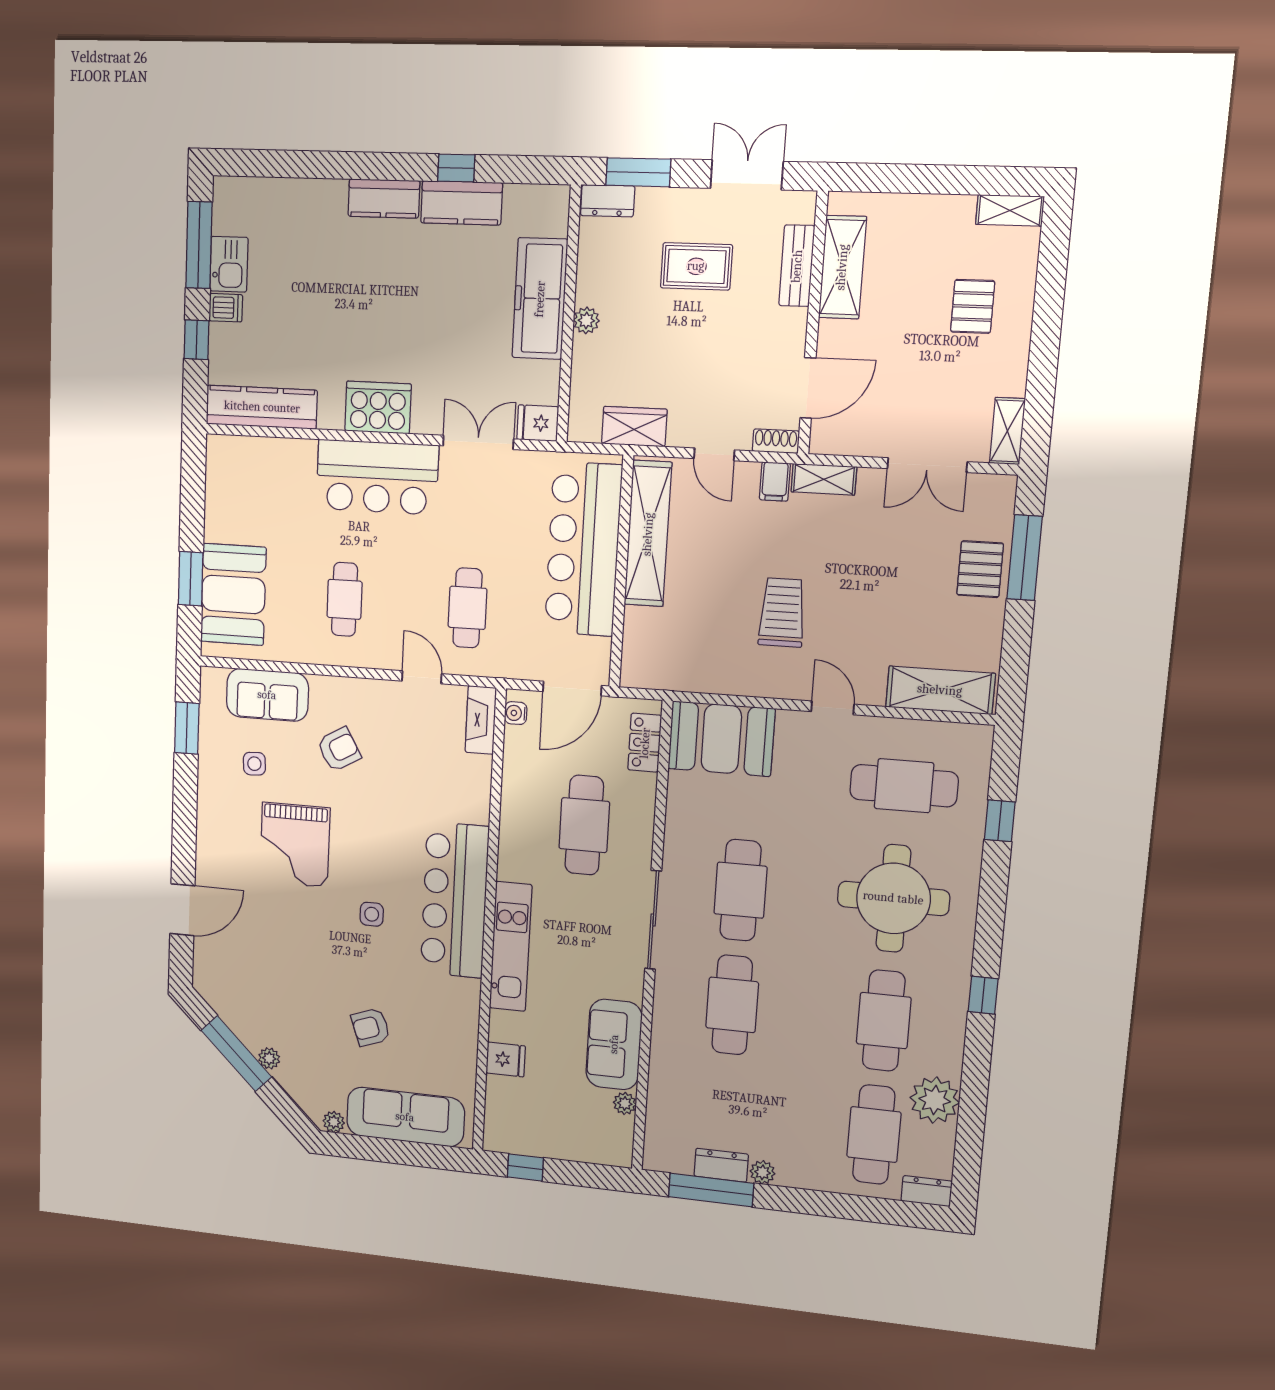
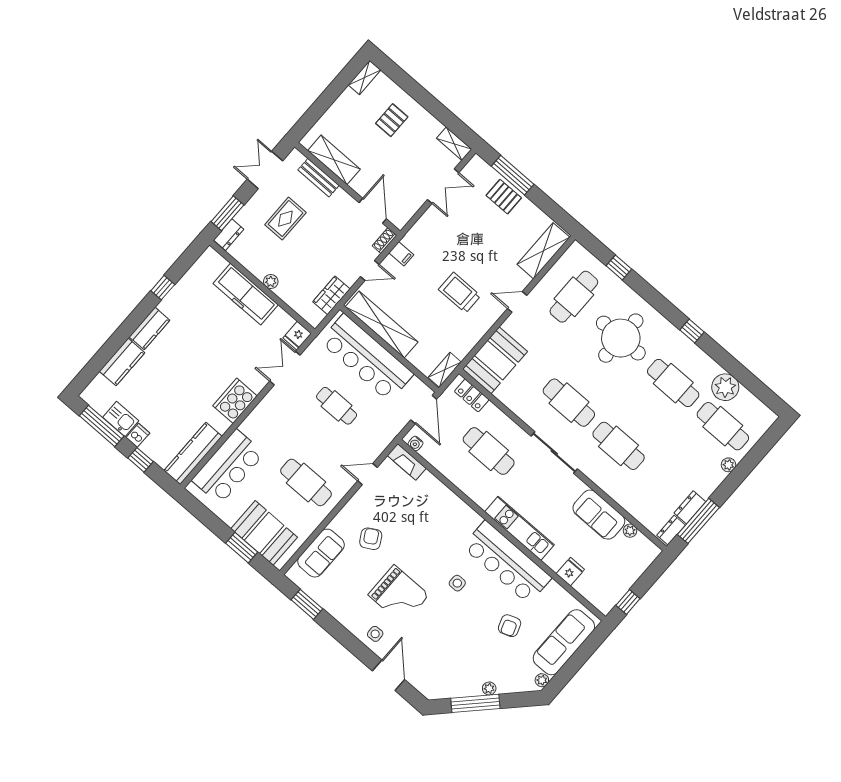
kitchen counter: (462, 203) -> (122, 362), moved
pallet: (973, 306) -> (392, 120), turned 90
bar counter: (377, 477) -> (228, 467), moved
shelving: (824, 479) -> (445, 370), moved
cafe table: (344, 599) -> (306, 482), width x1.37, depth x1.35
cafe table: (467, 608) -> (337, 406), moved
side table: (254, 764) -> (375, 634), moved
bar counter: (455, 900) -> (507, 562), moved
plant: (762, 1172) -> (728, 465), moved
dresser: (927, 1191) -> (671, 530), moved

